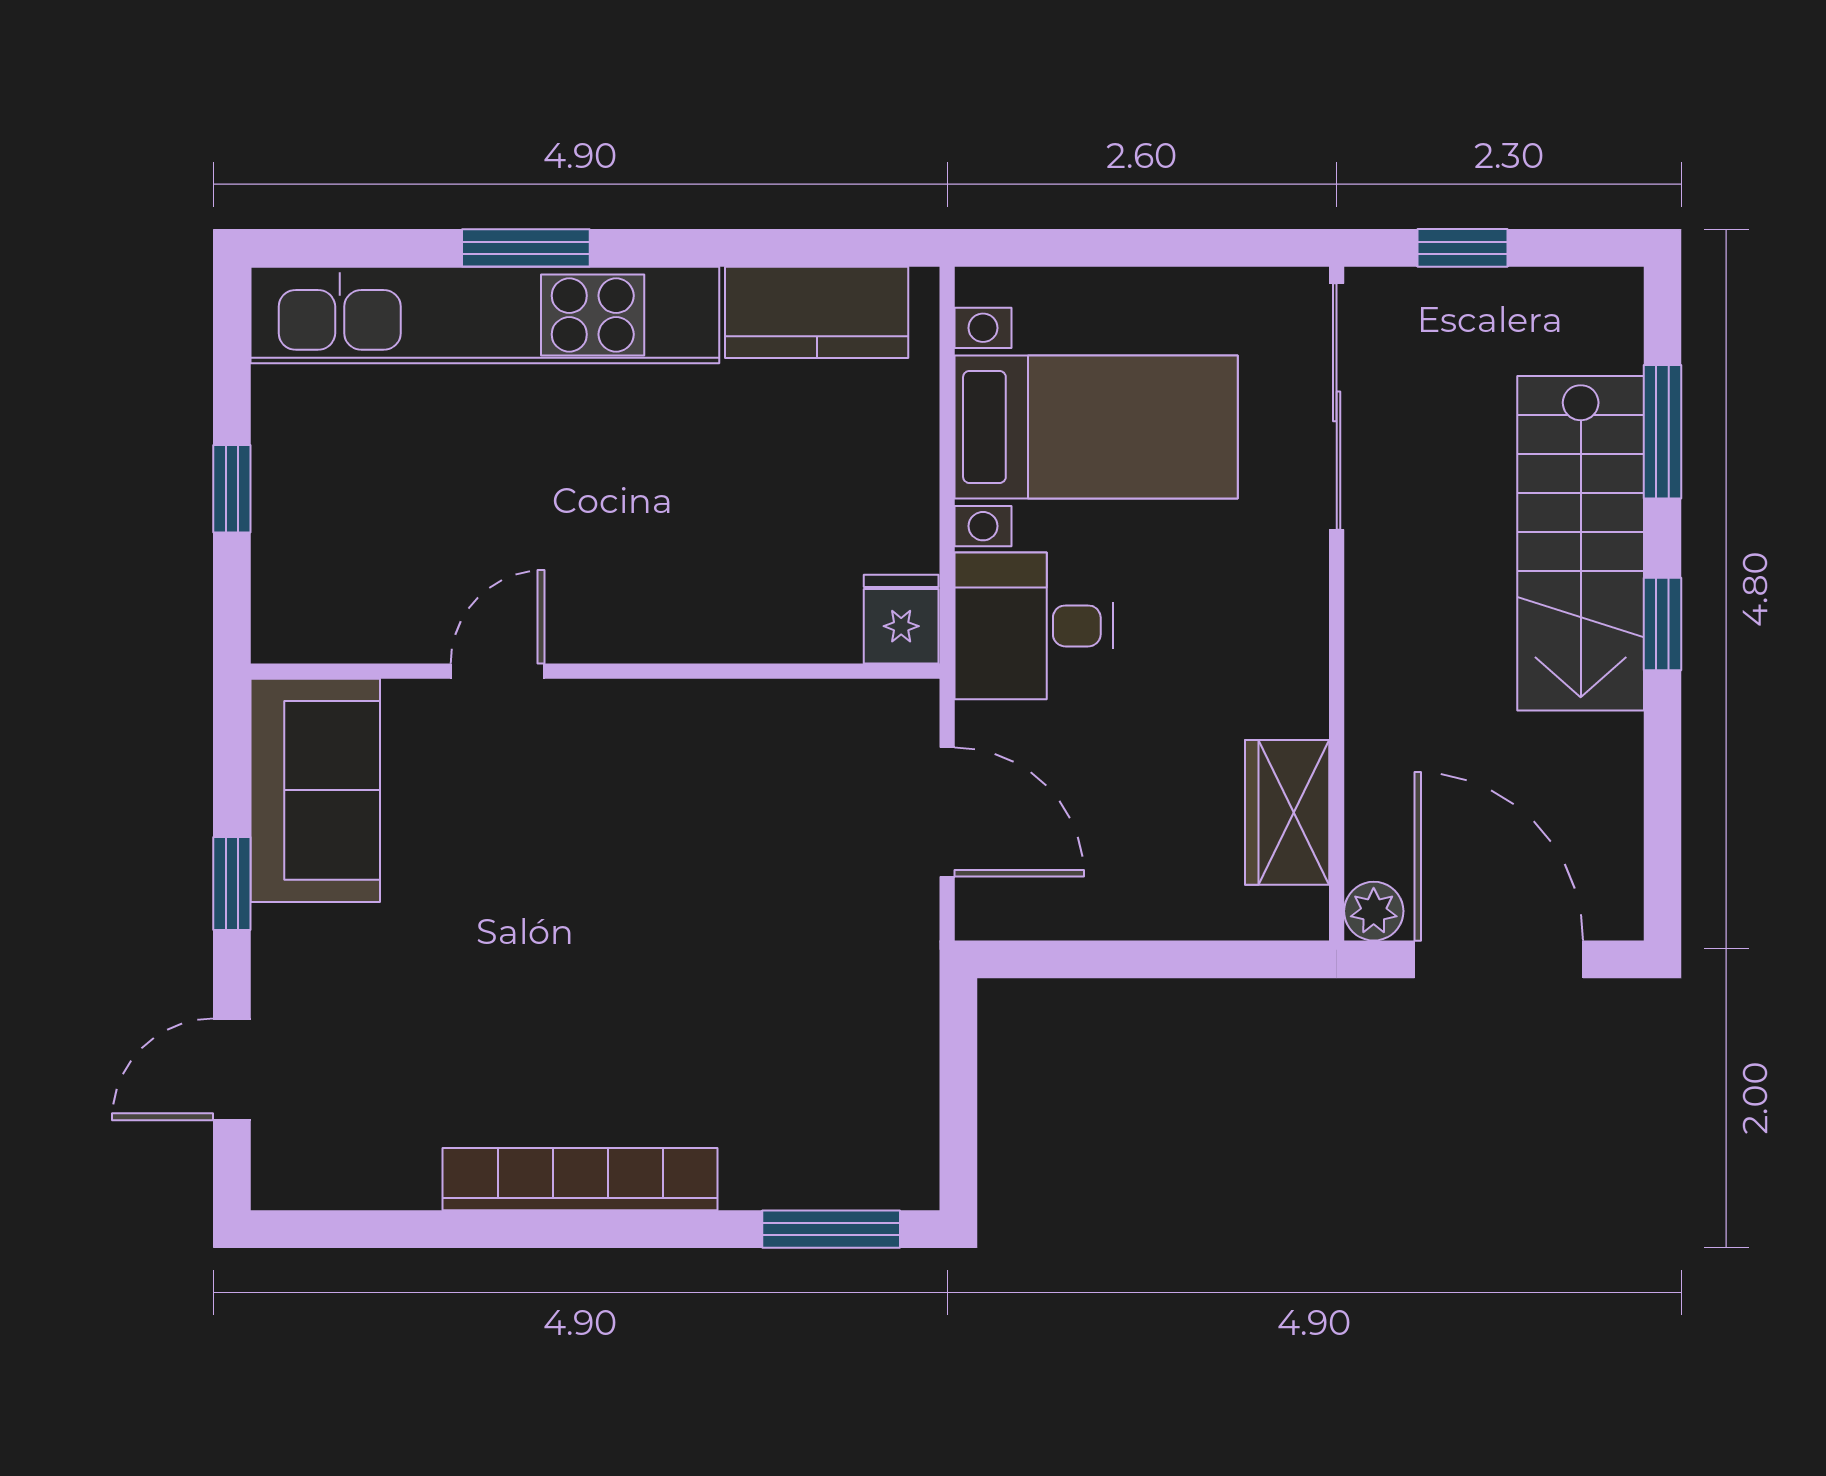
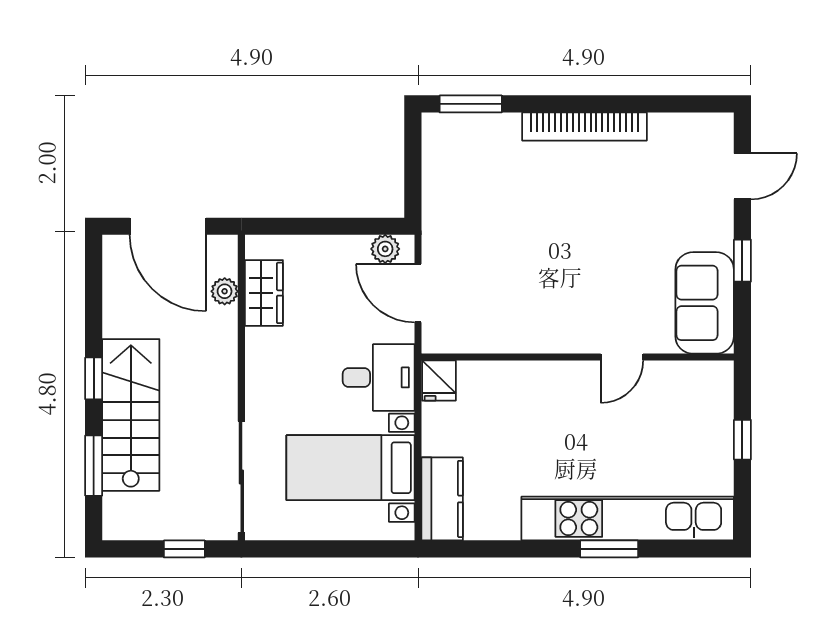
kitchen counter: (817, 312) -> (442, 499), moved, turned 90
plant: (1020, 909) -> (385, 249), added
plant: (1374, 911) -> (225, 291), moved

